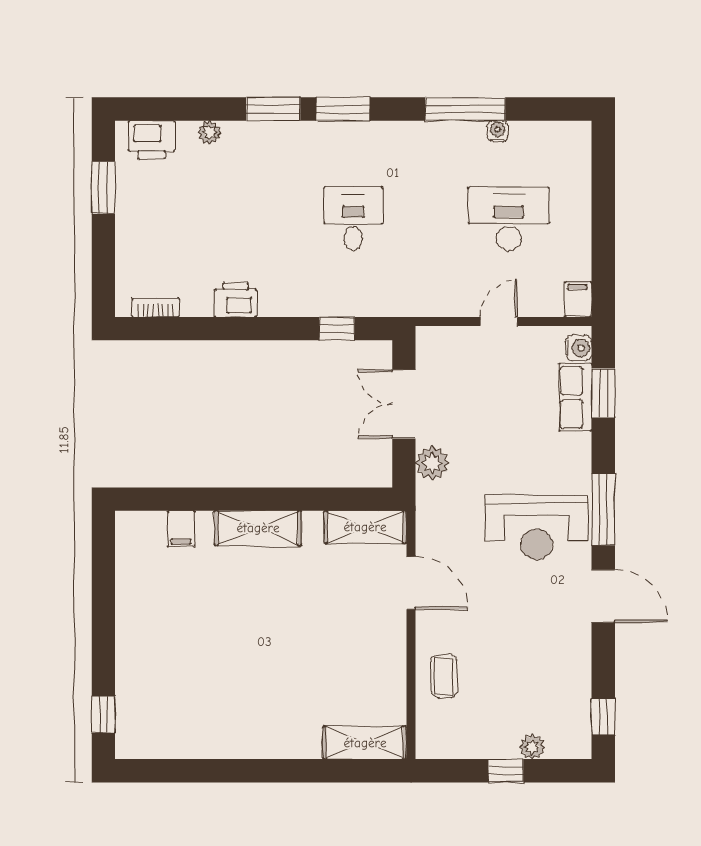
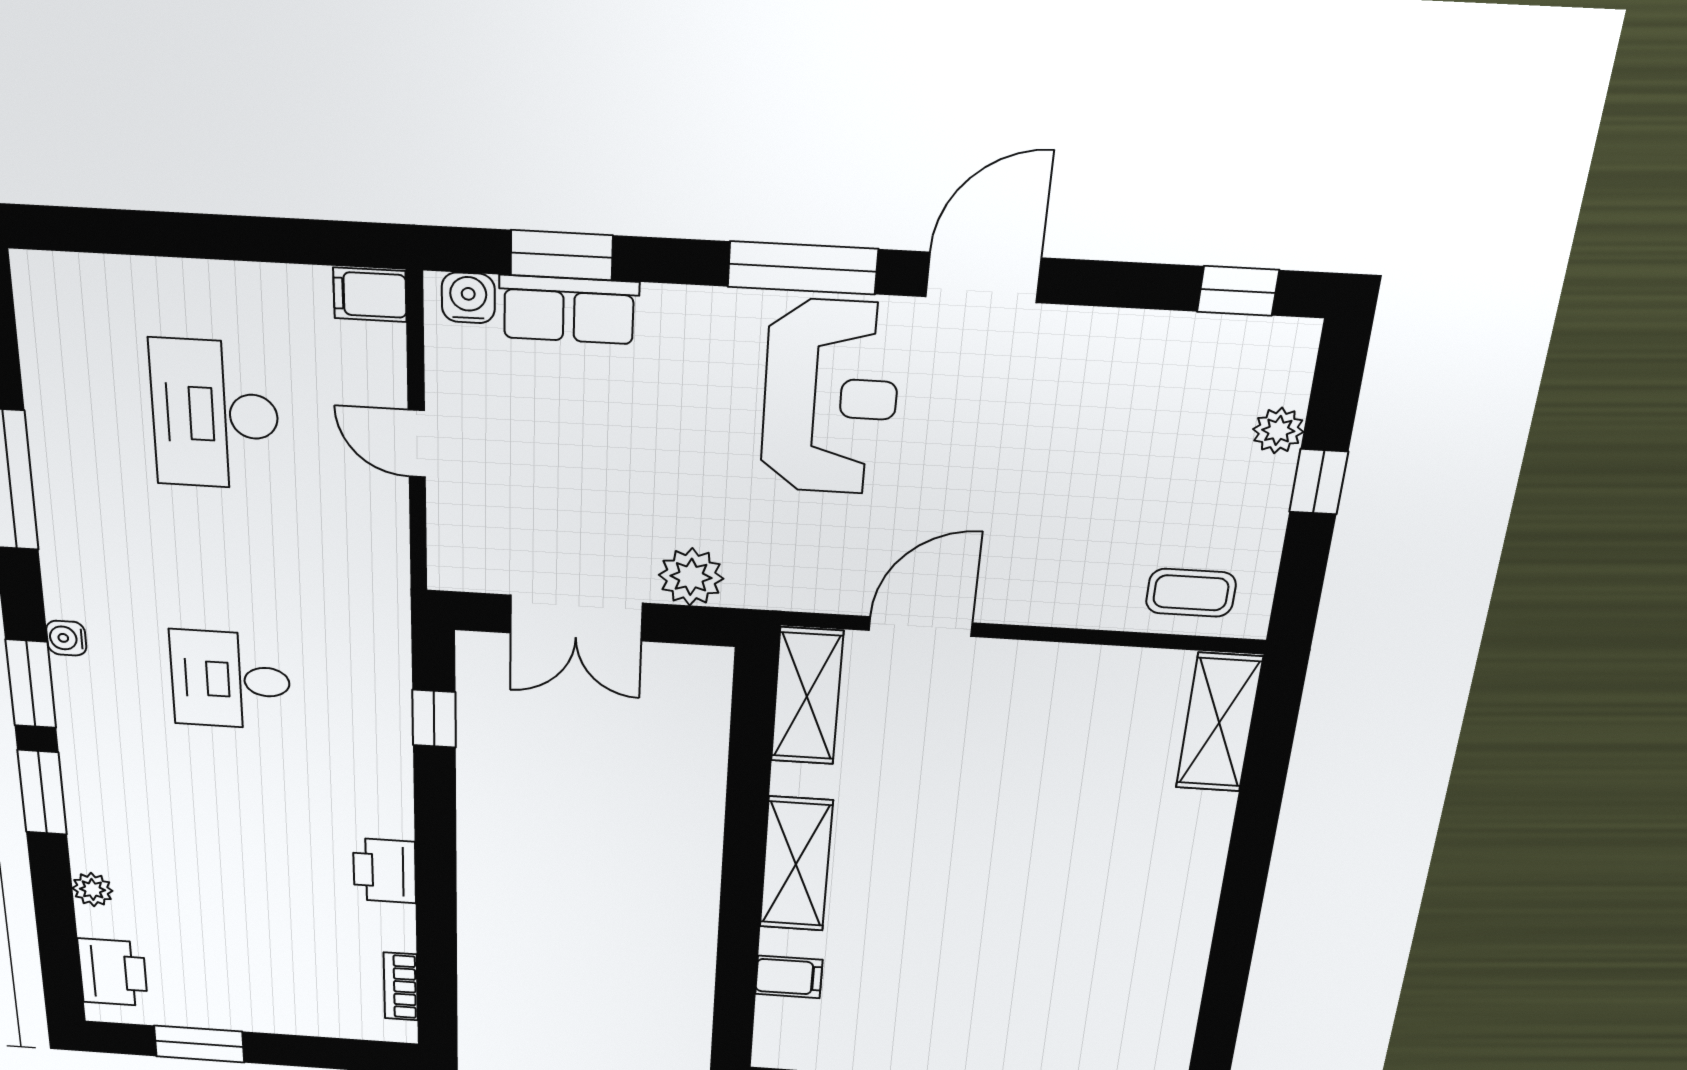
water cooler: (498, 131) -> (66, 638), moved
coffee table: (444, 676) -> (1191, 593), moved

